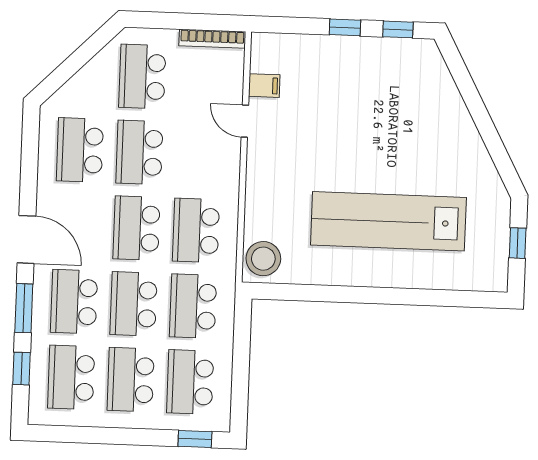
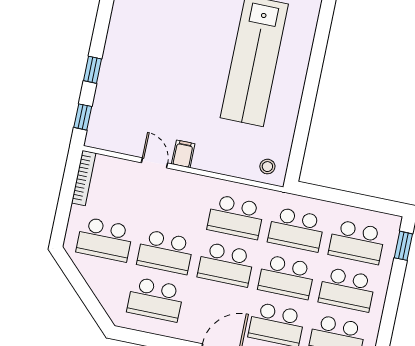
window: (398, 29) -> (83, 117), moved
filing cabinet: (264, 86) -> (183, 154), moved
door: (245, 121) -> (154, 163), swing flipped
stool: (263, 259) -> (267, 167), width x0.53, depth x0.53

